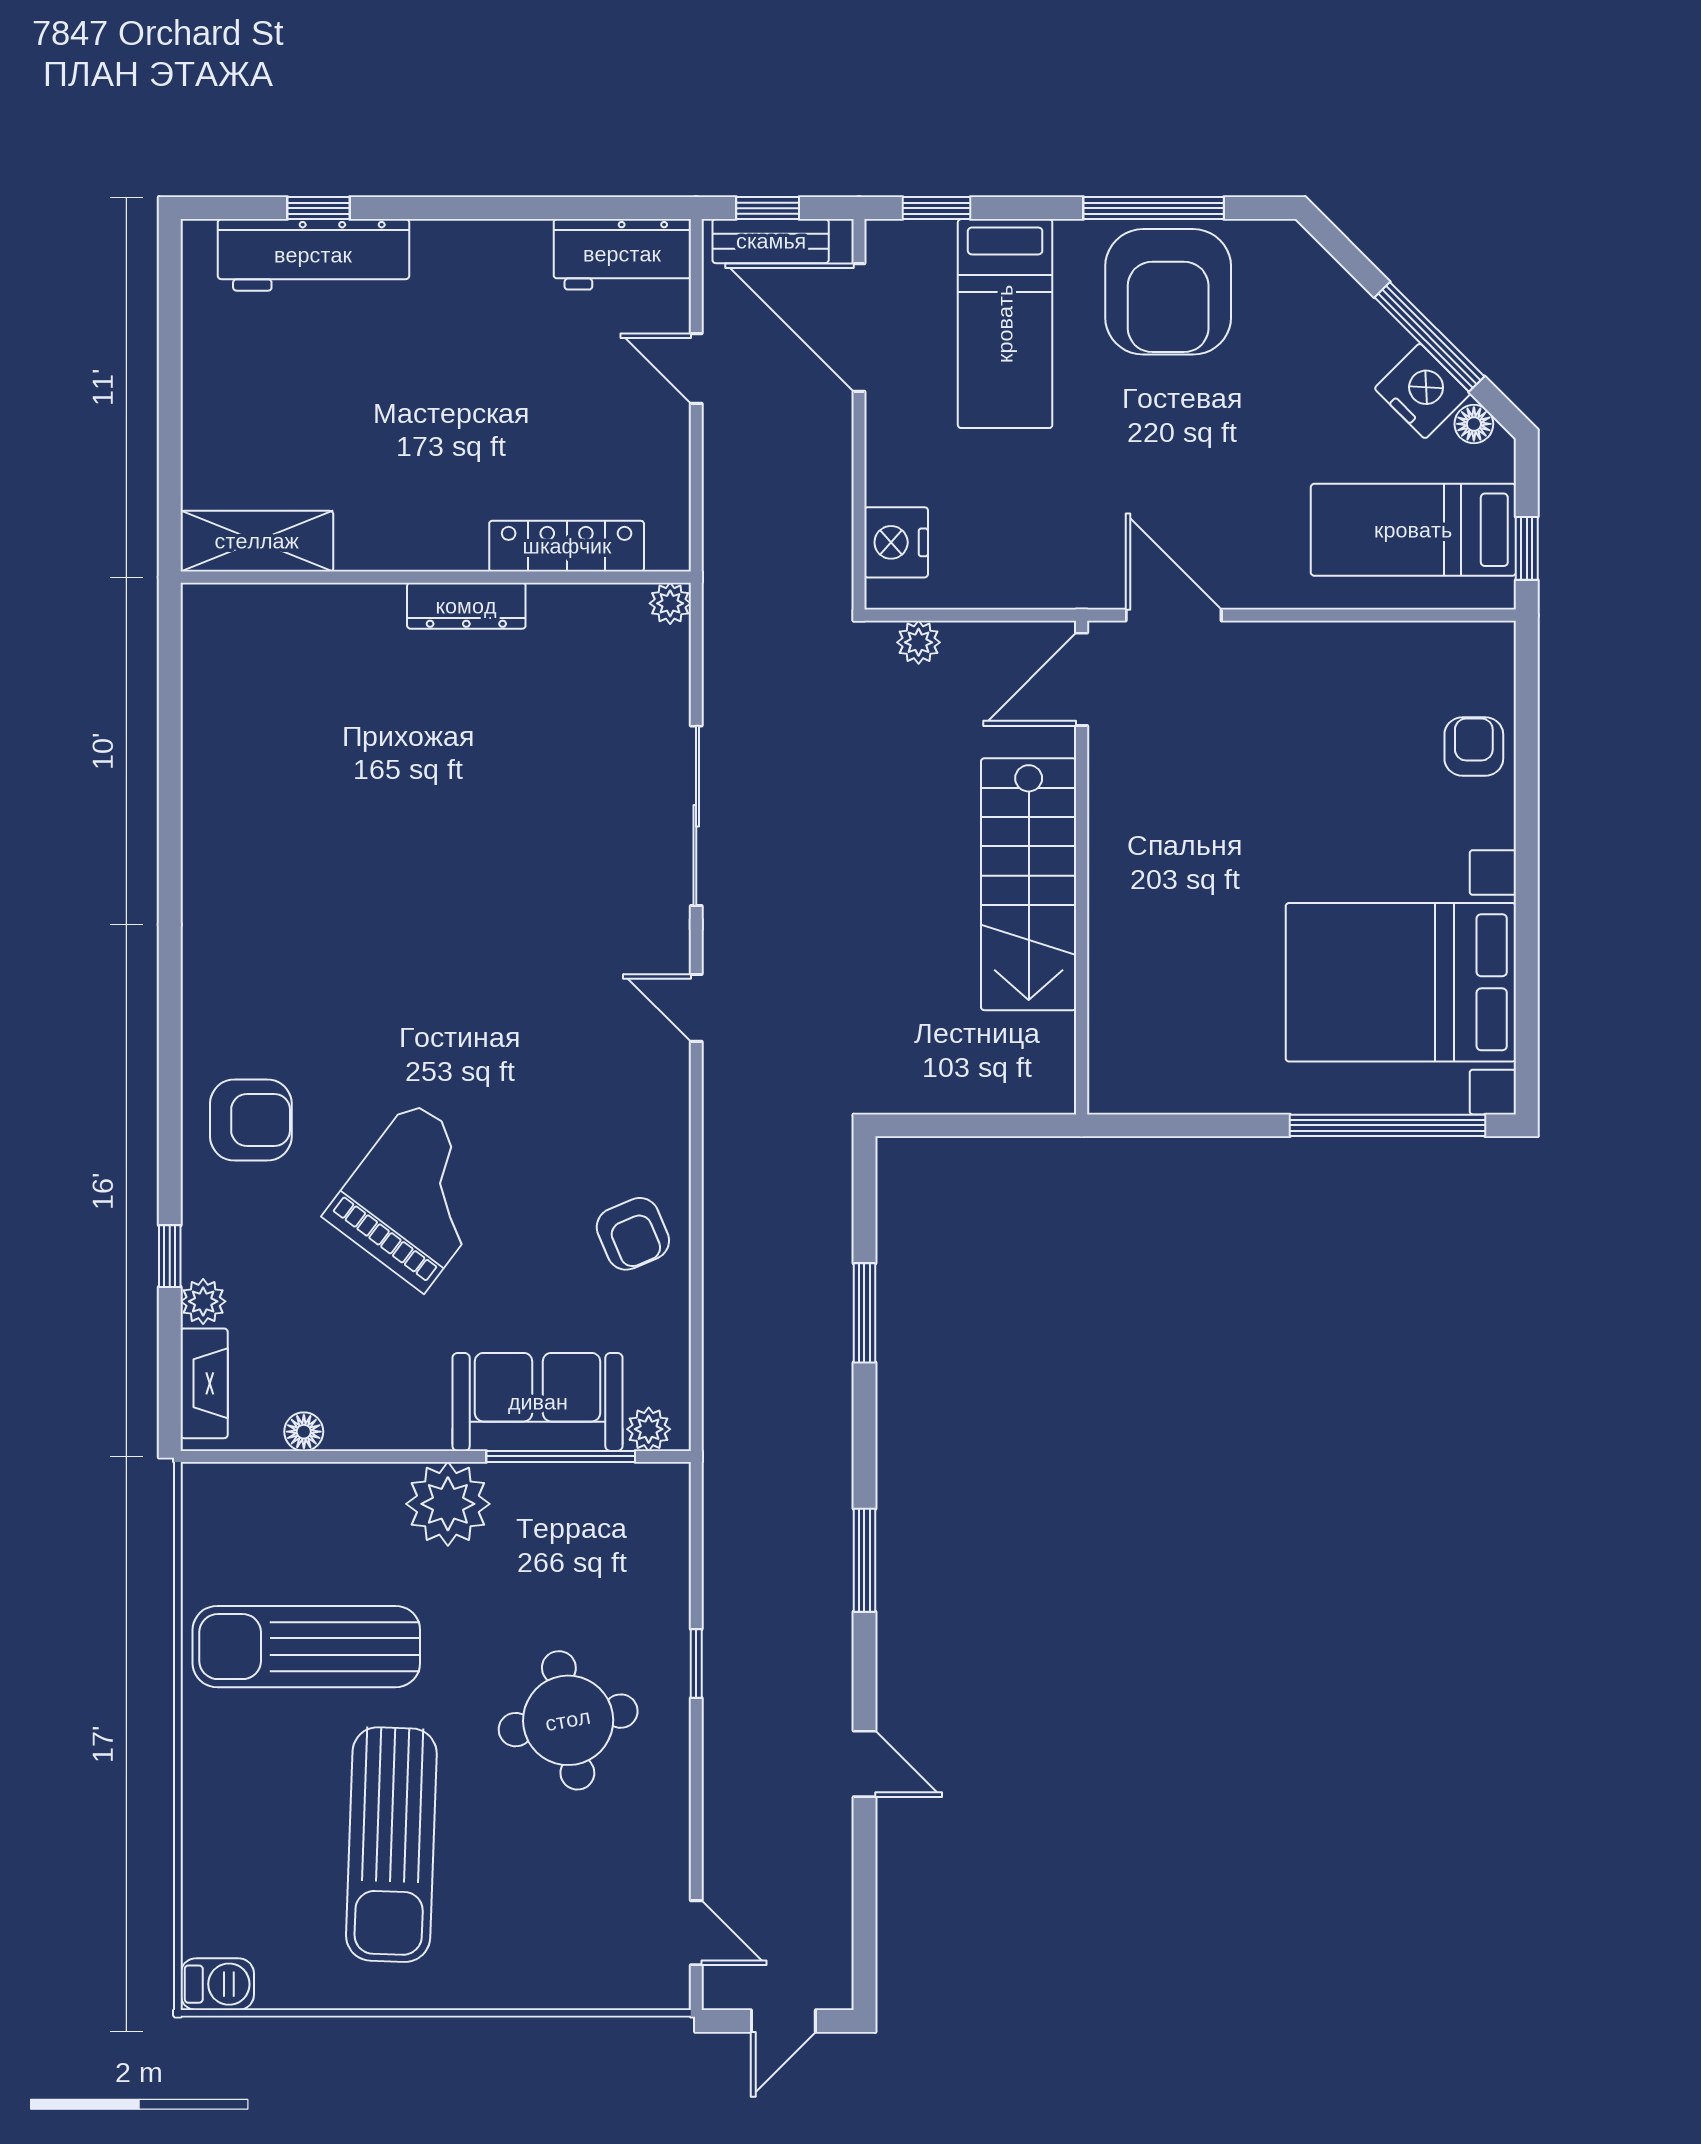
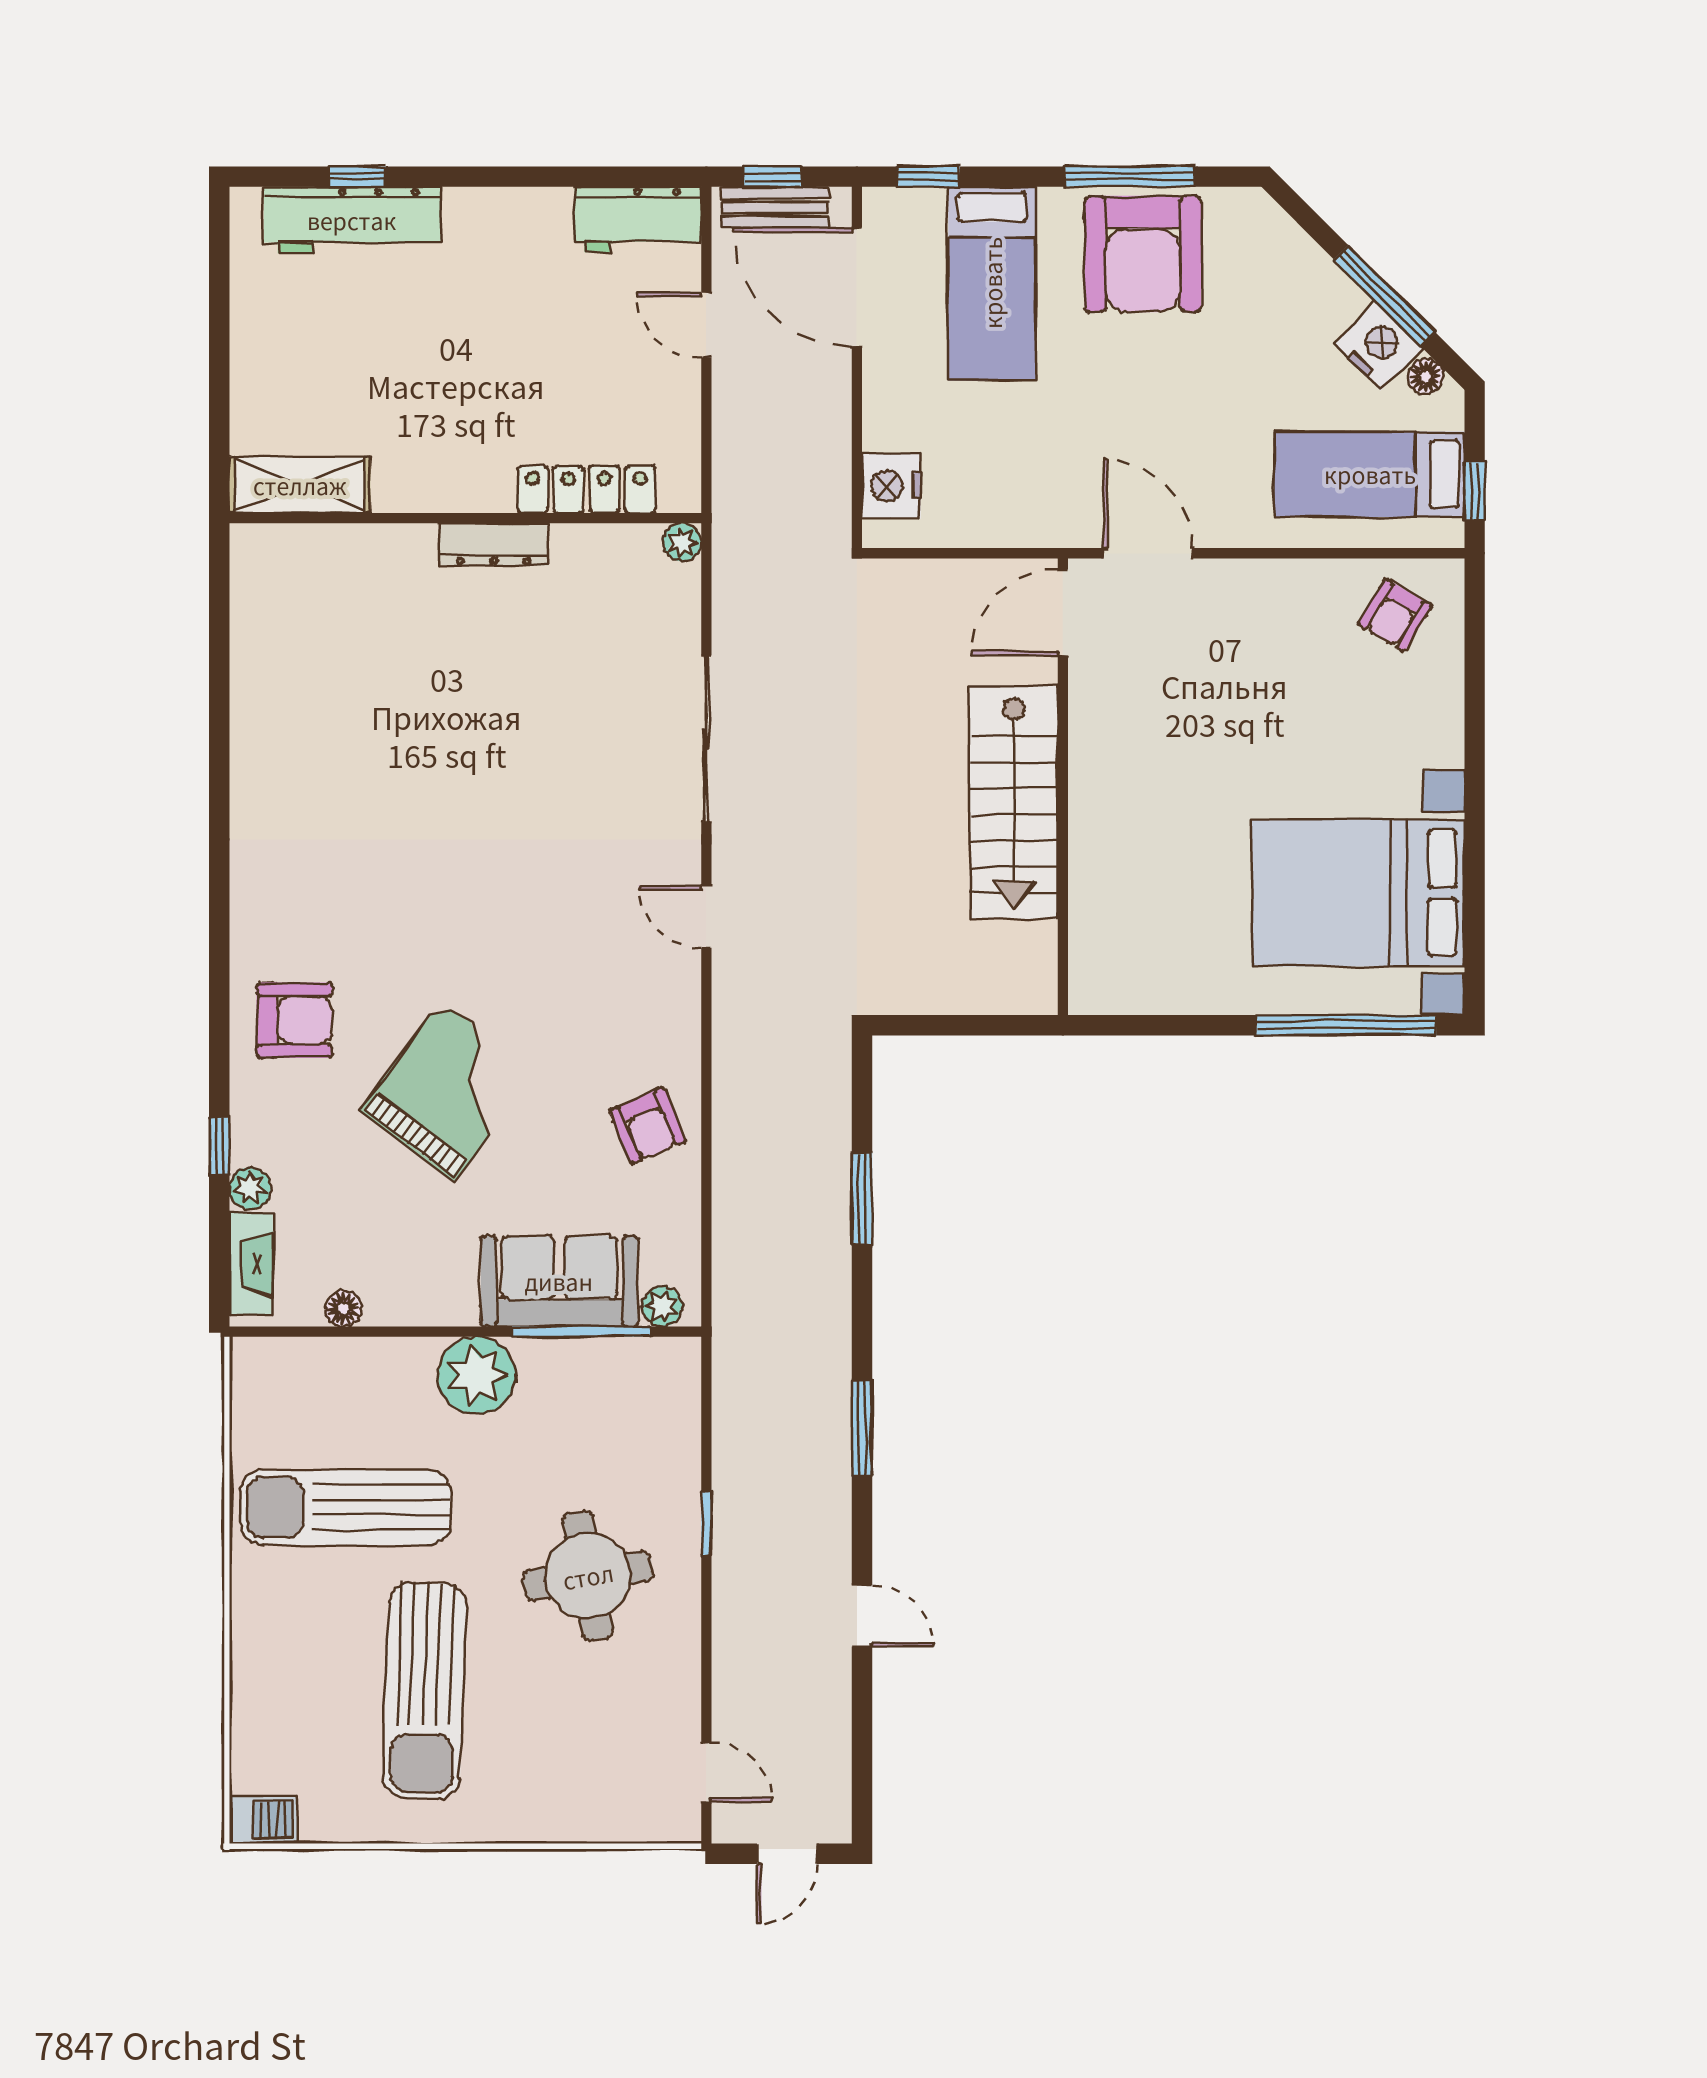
plant: (919, 642) -> (912, 578), removed
armchair: (1474, 747) -> (1395, 615), moved, turned -149

